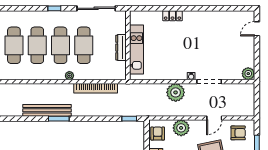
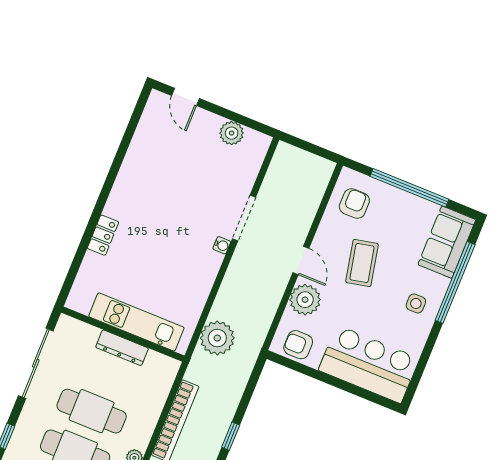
plant: (248, 74) -> (232, 133), moved
plant: (176, 92) -> (217, 338), moved
door: (214, 118) -> (301, 260), moved
window: (129, 119) -> (231, 436), moved

